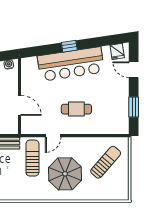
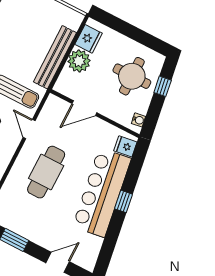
fridge: (117, 51) -> (125, 146), moved
cafe table: (76, 109) -> (46, 172), width x1.37, depth x1.35

